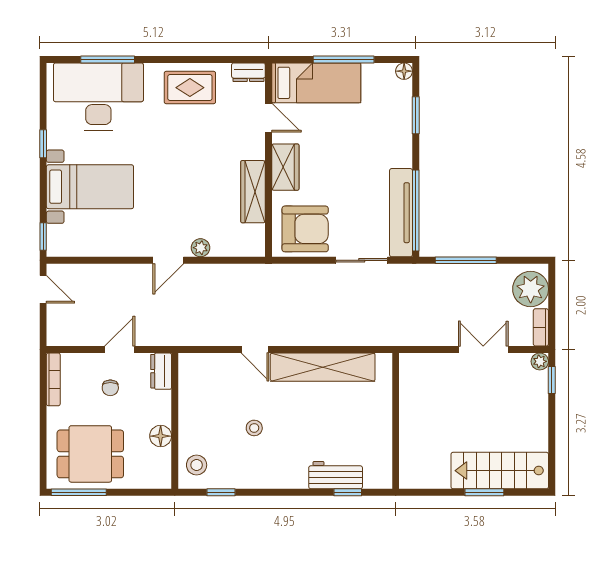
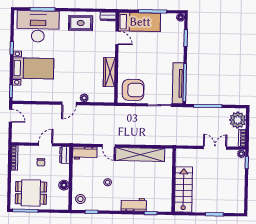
wardrobe: (285, 167) -> (124, 61), removed
workbench: (204, 366) -> (85, 153), added
stairs: (500, 471) -> (183, 189), moved, turned 90
workbench: (336, 475) -> (134, 205), moved

